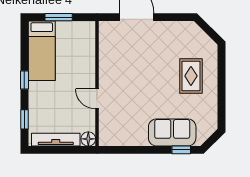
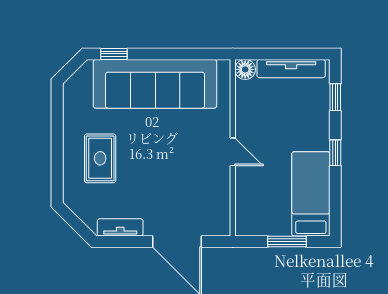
tv unit: (177, 27) -> (120, 227), added
door: (97, 99) -> (233, 152), moved
sofa: (172, 132) -> (155, 84), width x1.85, depth x1.27

